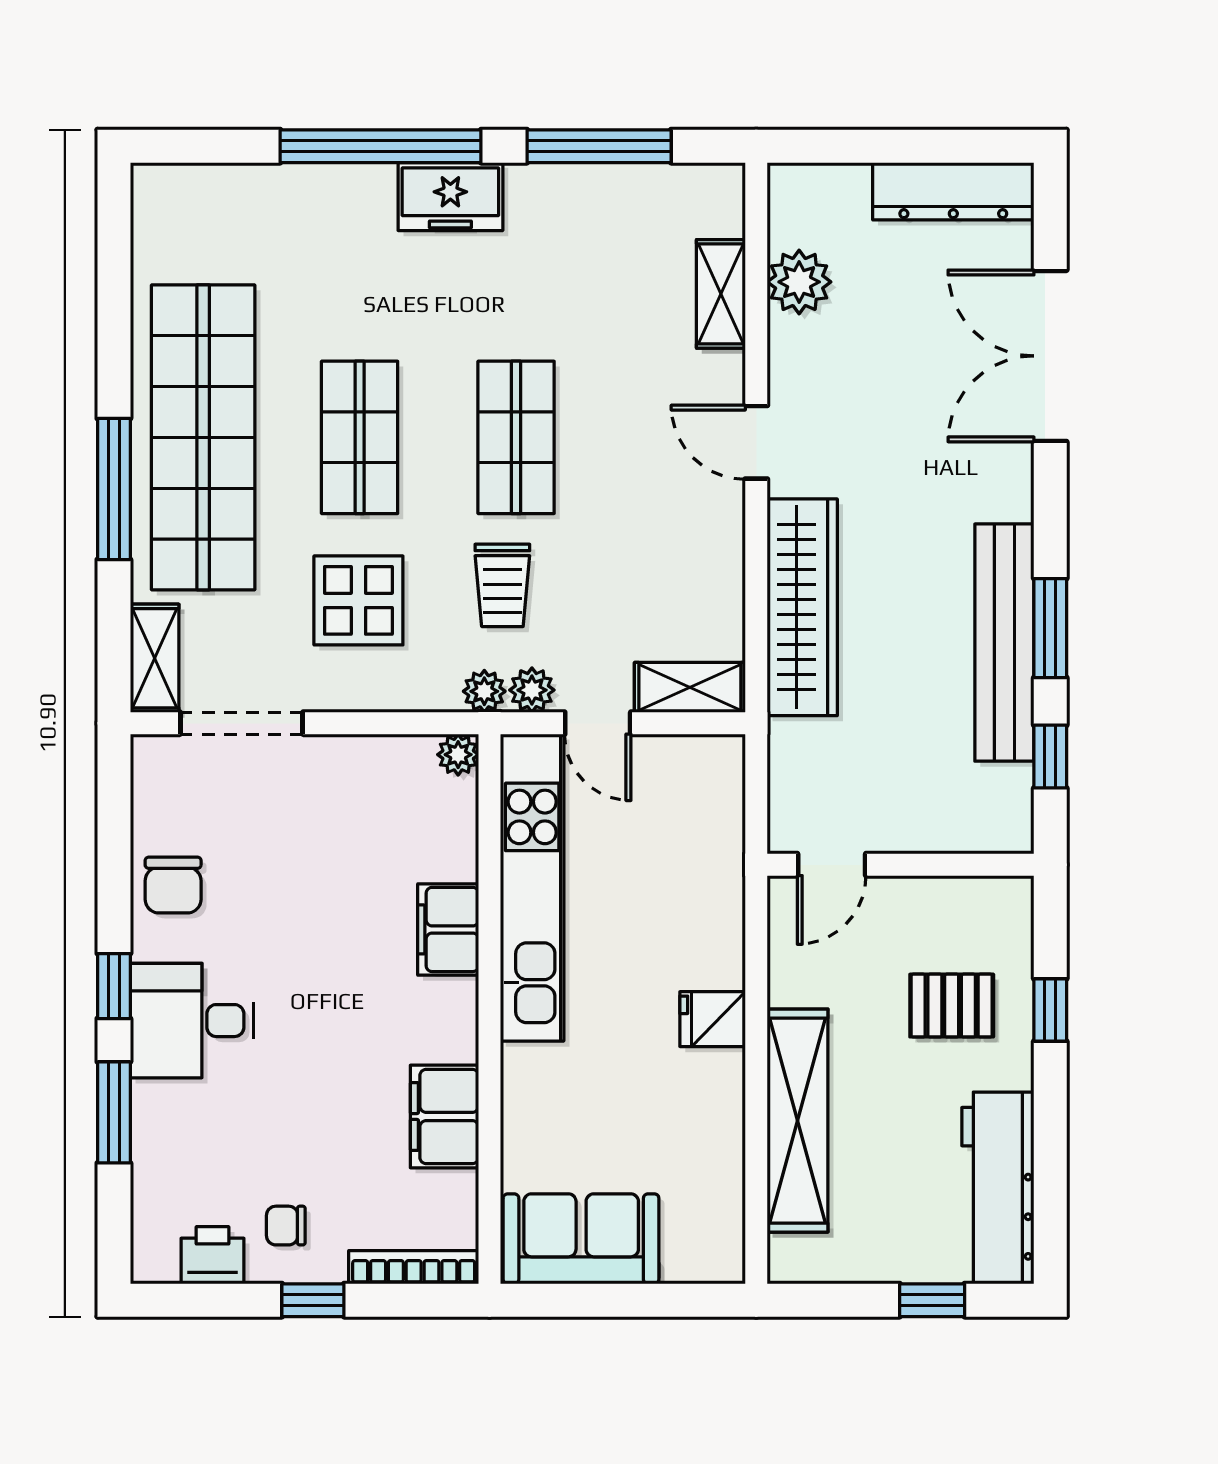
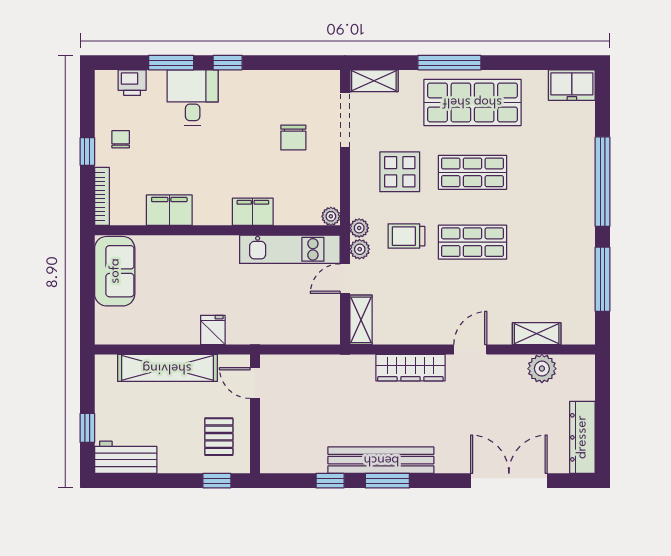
freezer: (450, 197) -> (572, 85), moved, turned -90
shop shelf: (203, 437) -> (472, 102), width x0.71
wardrobe: (802, 607) -> (410, 368), width x0.71, depth x0.85
door: (832, 865) -> (255, 383), moved
wall: (901, 865) -> (255, 414), moved
chair: (173, 885) -> (293, 138), moved, turned -90
kitchen unit: (532, 888) -> (290, 249), width x0.73
desk: (192, 1021) -> (193, 97), moved
workbench: (998, 1188) -> (126, 457), width x0.73
printer: (213, 1255) -> (132, 83), moved, turned 90

